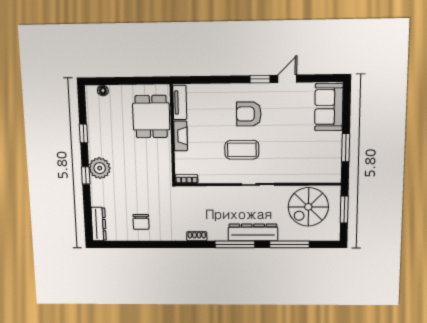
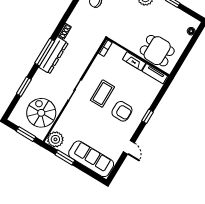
window: (260, 79) -> (148, 116), moved
sofa: (329, 107) -> (91, 159), width x1.36
armchair: (249, 114) -> (122, 111), turned 90
plant: (330, 172) -> (55, 139), added
dresser: (253, 232) -> (53, 55), moved
window: (289, 244) -> (24, 87), width x0.69

